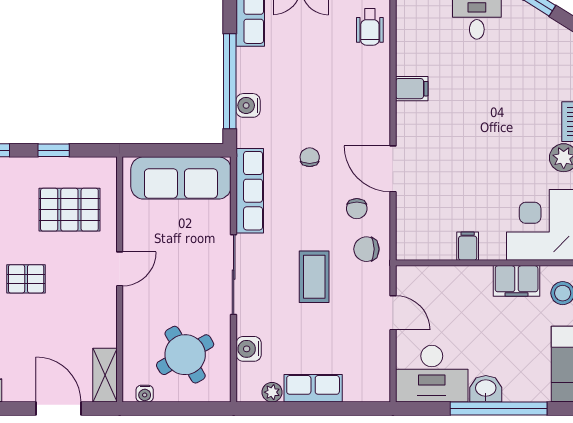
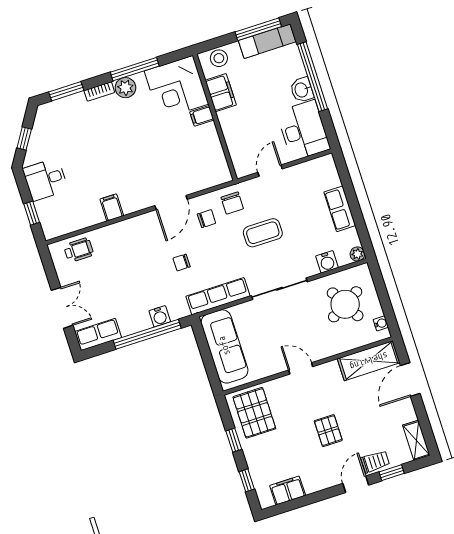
pallet: (69, 210) -> (254, 413), moved
filing cabinet: (468, 246) -> (202, 116), moved
shelving: (105, 375) -> (369, 361), width x1.50, depth x1.33
plant: (272, 392) -> (357, 254), moved

